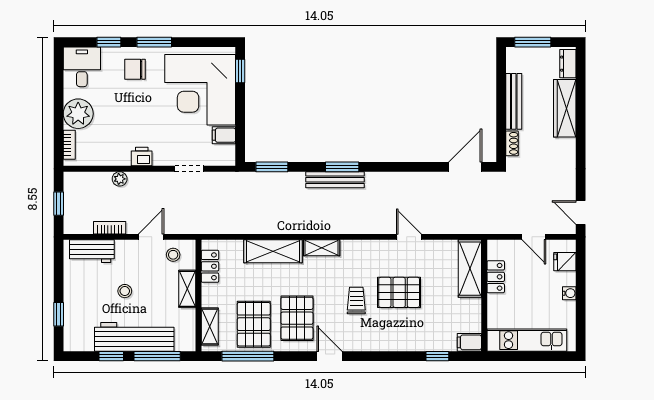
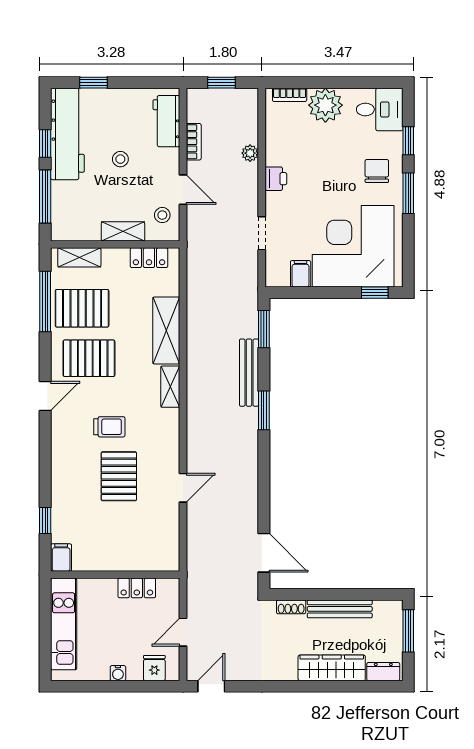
bench: (335, 180) -> (249, 373), moved
shelving: (470, 269) -> (146, 558), removed
workbench: (134, 337) -> (67, 134), moved

